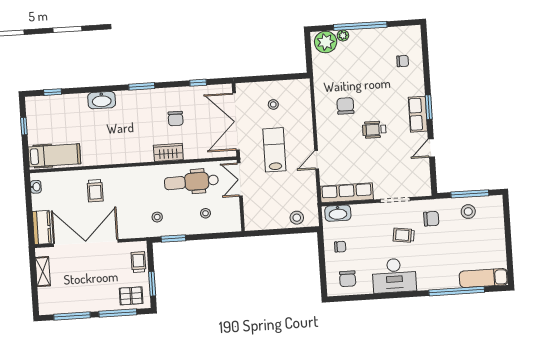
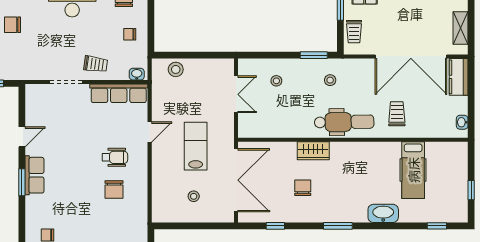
wheelchair: (374, 130) -> (115, 157), moved
lab bench: (274, 150) -> (196, 146), turned 180
hospital bed: (54, 155) -> (413, 170), moved, turned -90
double door: (240, 179) -> (236, 94), moved
dental chair: (191, 182) -> (344, 122), moved
washbasin: (338, 213) -> (137, 74), width x0.52, depth x0.69
chair: (431, 219) -> (12, 25), moved
trolley: (404, 235) -> (96, 64), moved

